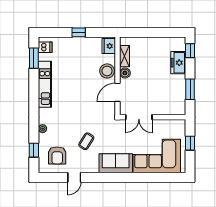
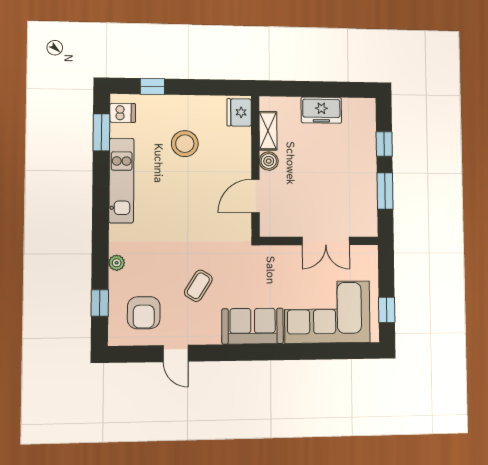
window: (79, 32) -> (152, 86), moved
window: (190, 51) -> (384, 144), moved
freezer: (178, 63) -> (321, 110), moved, turned -90
stool: (107, 71) -> (185, 144), moved
double door: (139, 117) -> (326, 241), moved
window: (190, 143) -> (387, 310), moved
door: (74, 177) -> (176, 353), hinge flipped

